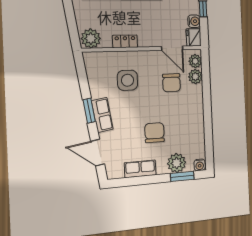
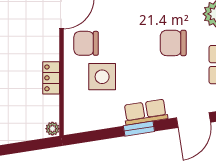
plant: (91, 38) -> (52, 129), width x0.53, depth x0.53
chair: (171, 83) -> (86, 43), moved, turned 180

